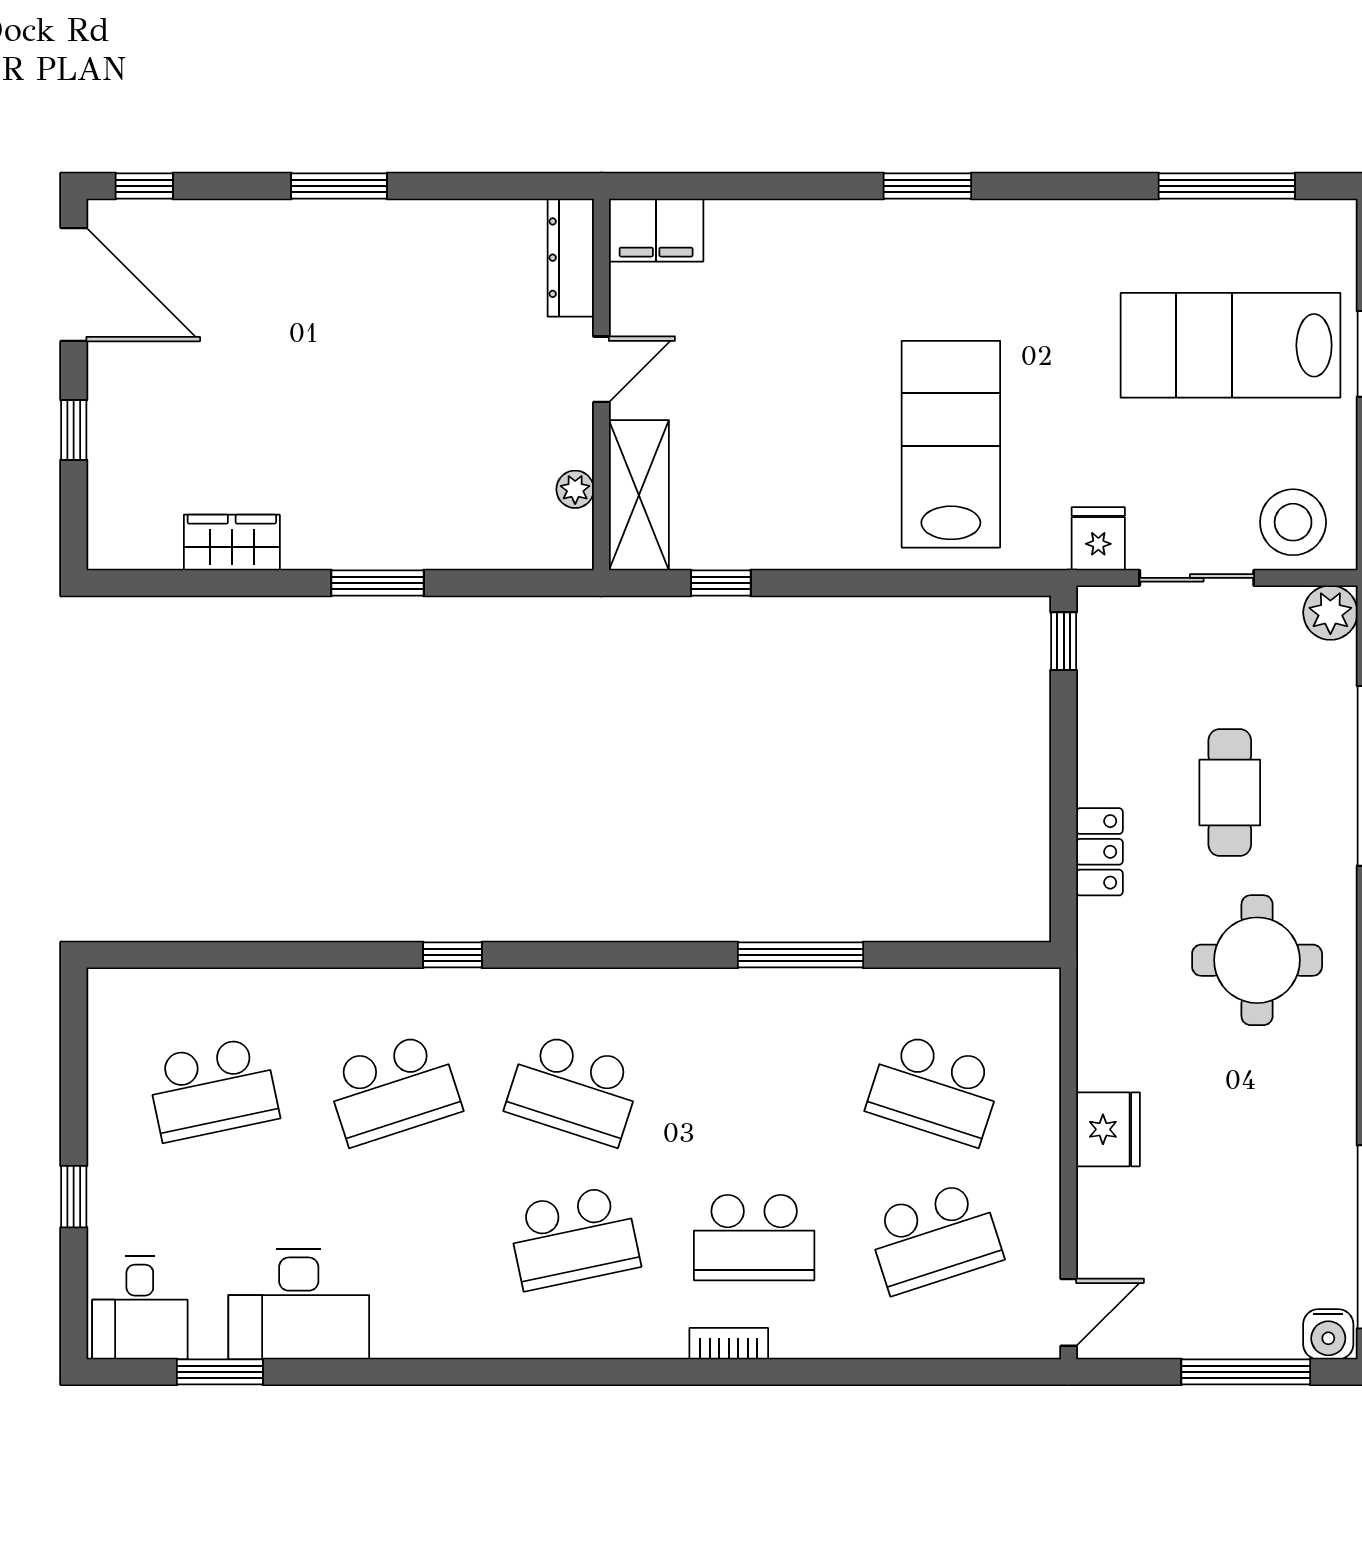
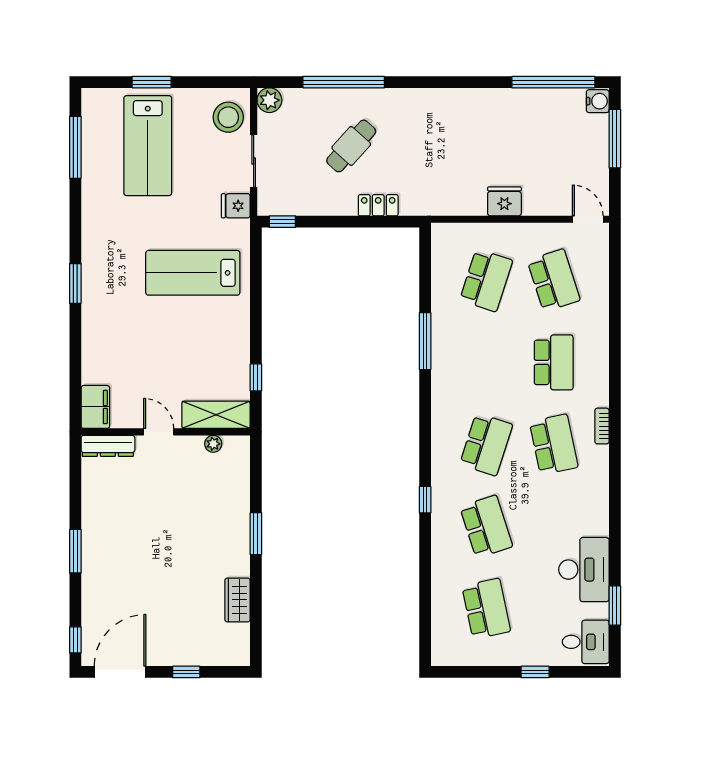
cafe table: (1230, 793) -> (351, 146), turned -48
round table: (1257, 960) -> (428, 134), removed
bookcase: (729, 1344) -> (602, 426), moved

